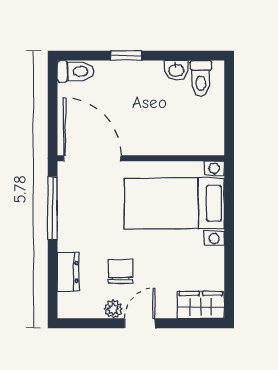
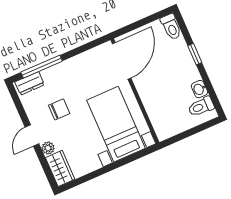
window: (53, 208) -> (42, 67), moved
dresser: (68, 272) -> (30, 83), moved
plant: (113, 309) -> (48, 148), moved
door: (140, 323) -> (32, 135), swing flipped

